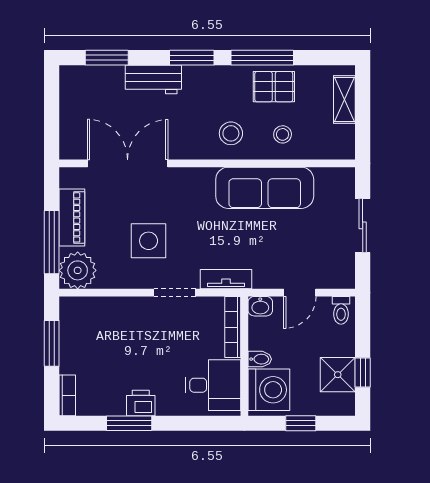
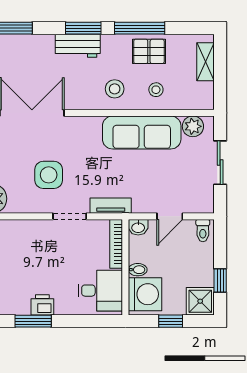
workbench: (153, 80) -> (78, 46), moved
plant: (329, 180) -> (193, 126), added
shower: (338, 375) -> (200, 301), moved

